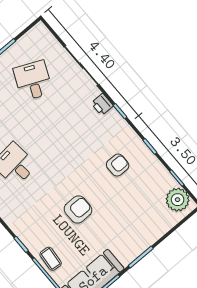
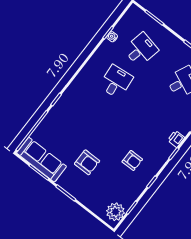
armchair: (78, 209) -> (87, 162), moved
coffee table: (51, 259) -> (50, 124), removed

